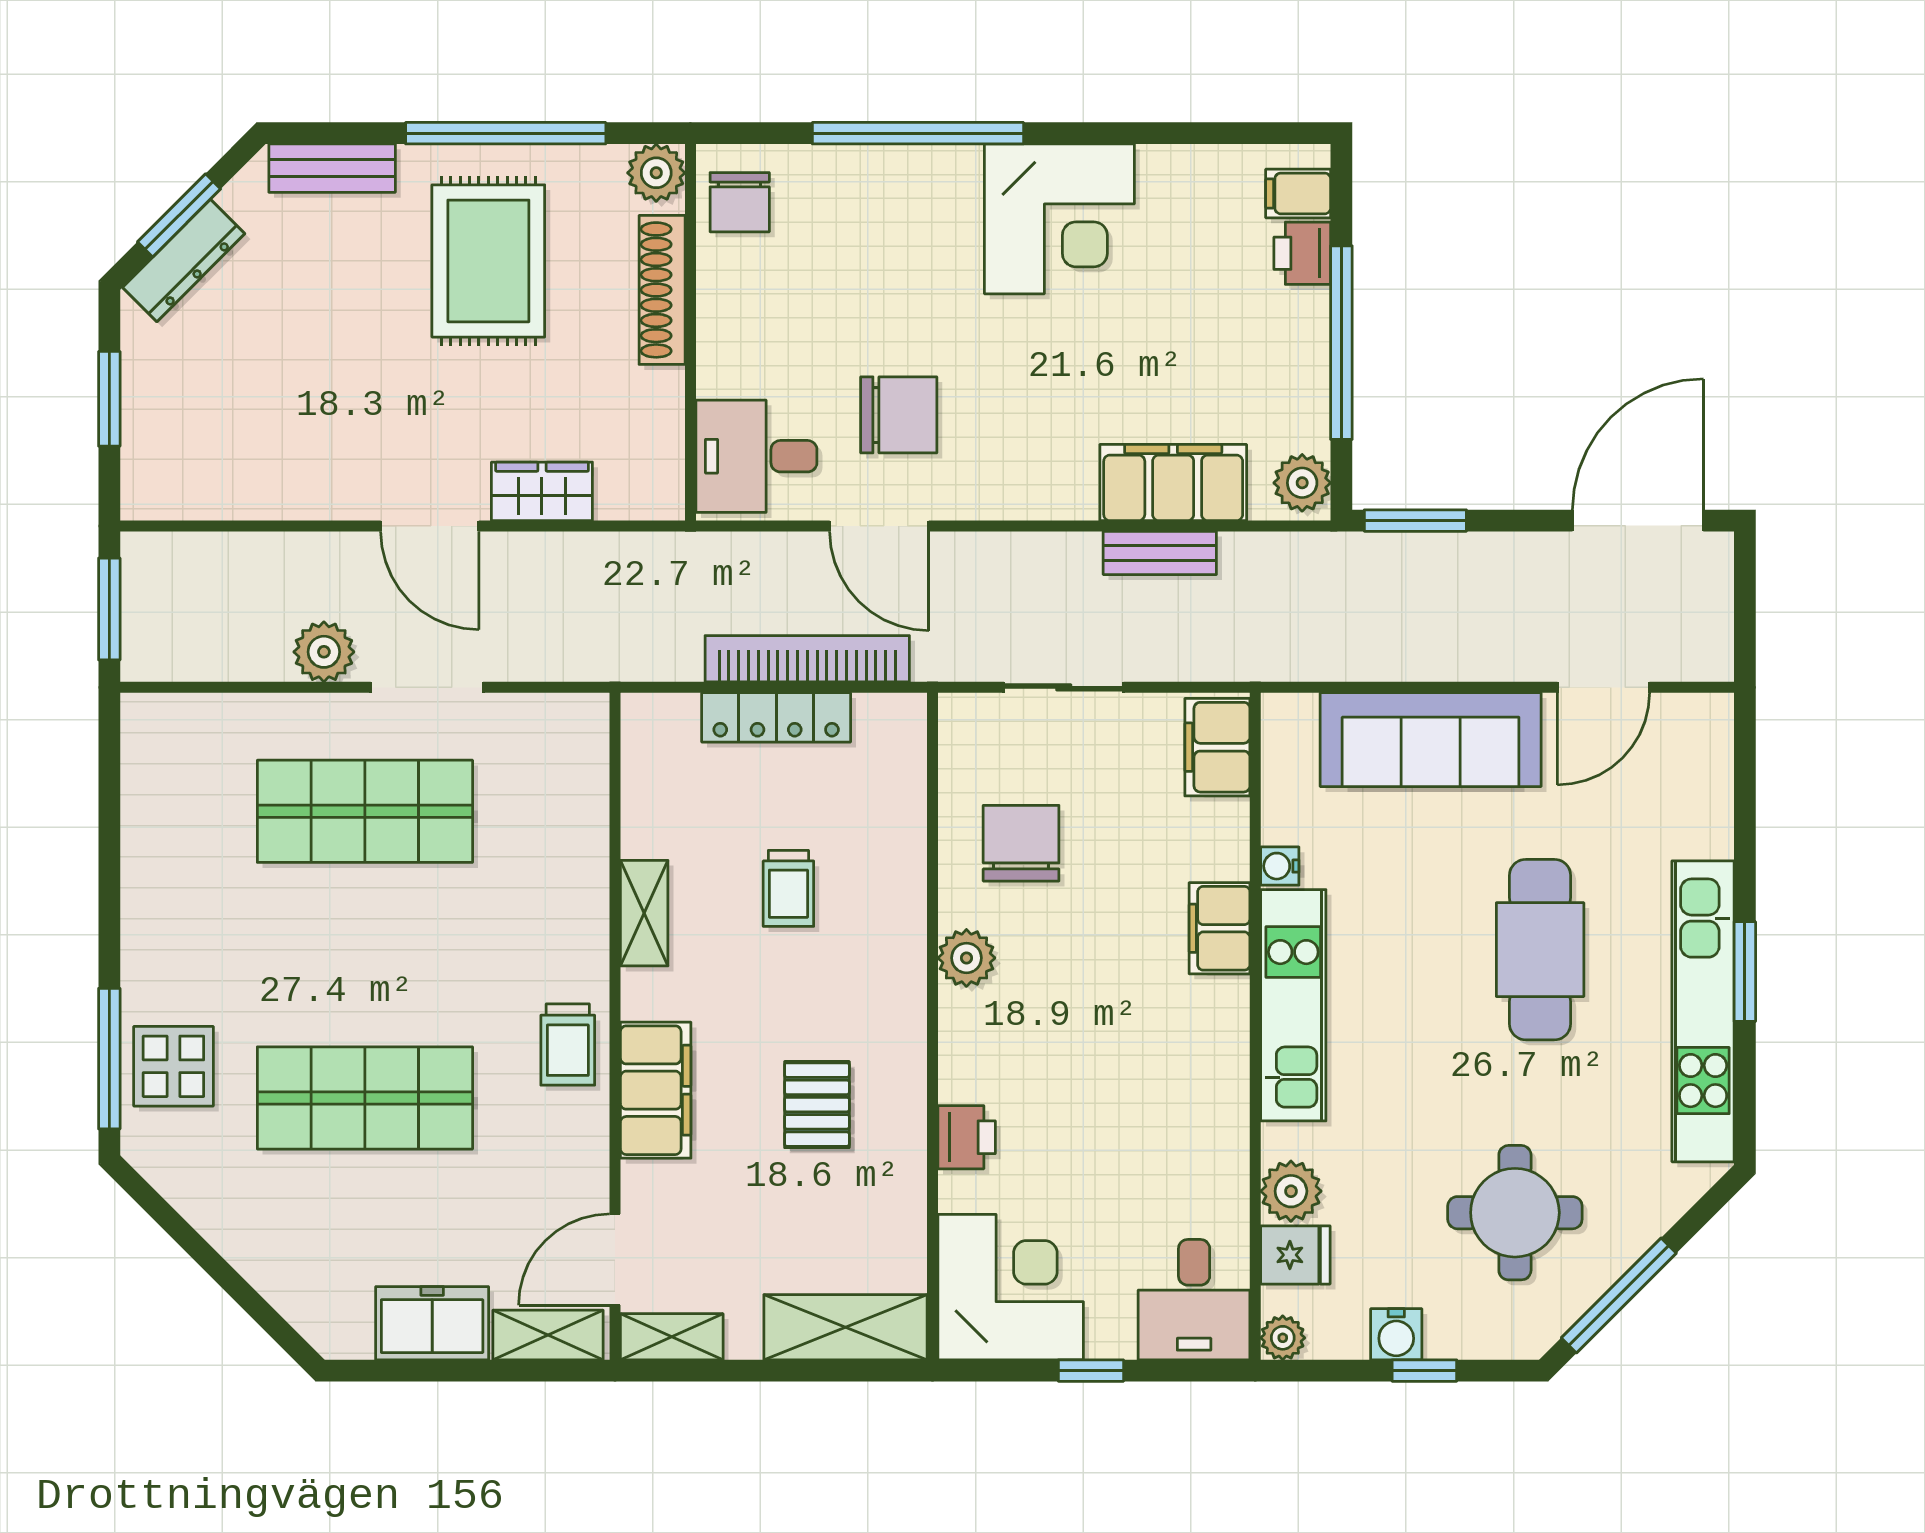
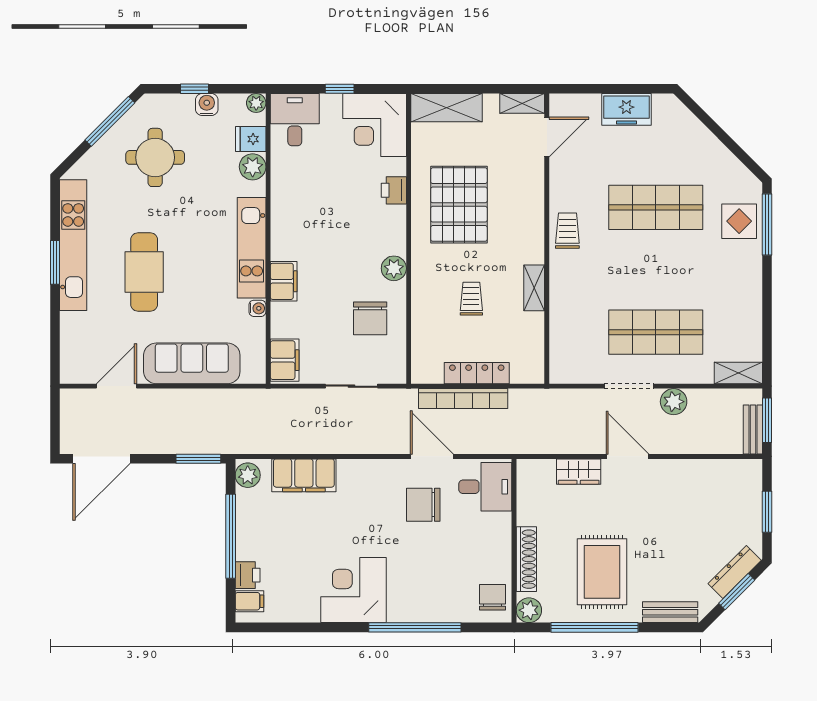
bench: (1160, 553) -> (753, 429), moved, turned 90
filing cabinet: (656, 1090) -> (529, 211), removed
pallet: (817, 1105) -> (459, 205), width x2.05, depth x2.00
shelving: (548, 1335) -> (738, 373), moved

